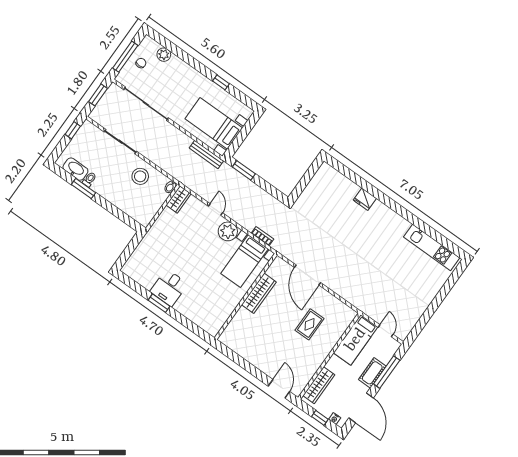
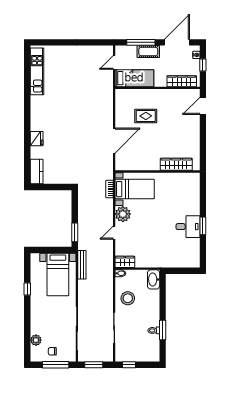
washbasin: (75, 169) -> (154, 279), moved
kitchen counter: (332, 176) -> (37, 171), added
wardrobe: (259, 293) -> (176, 164), moved

